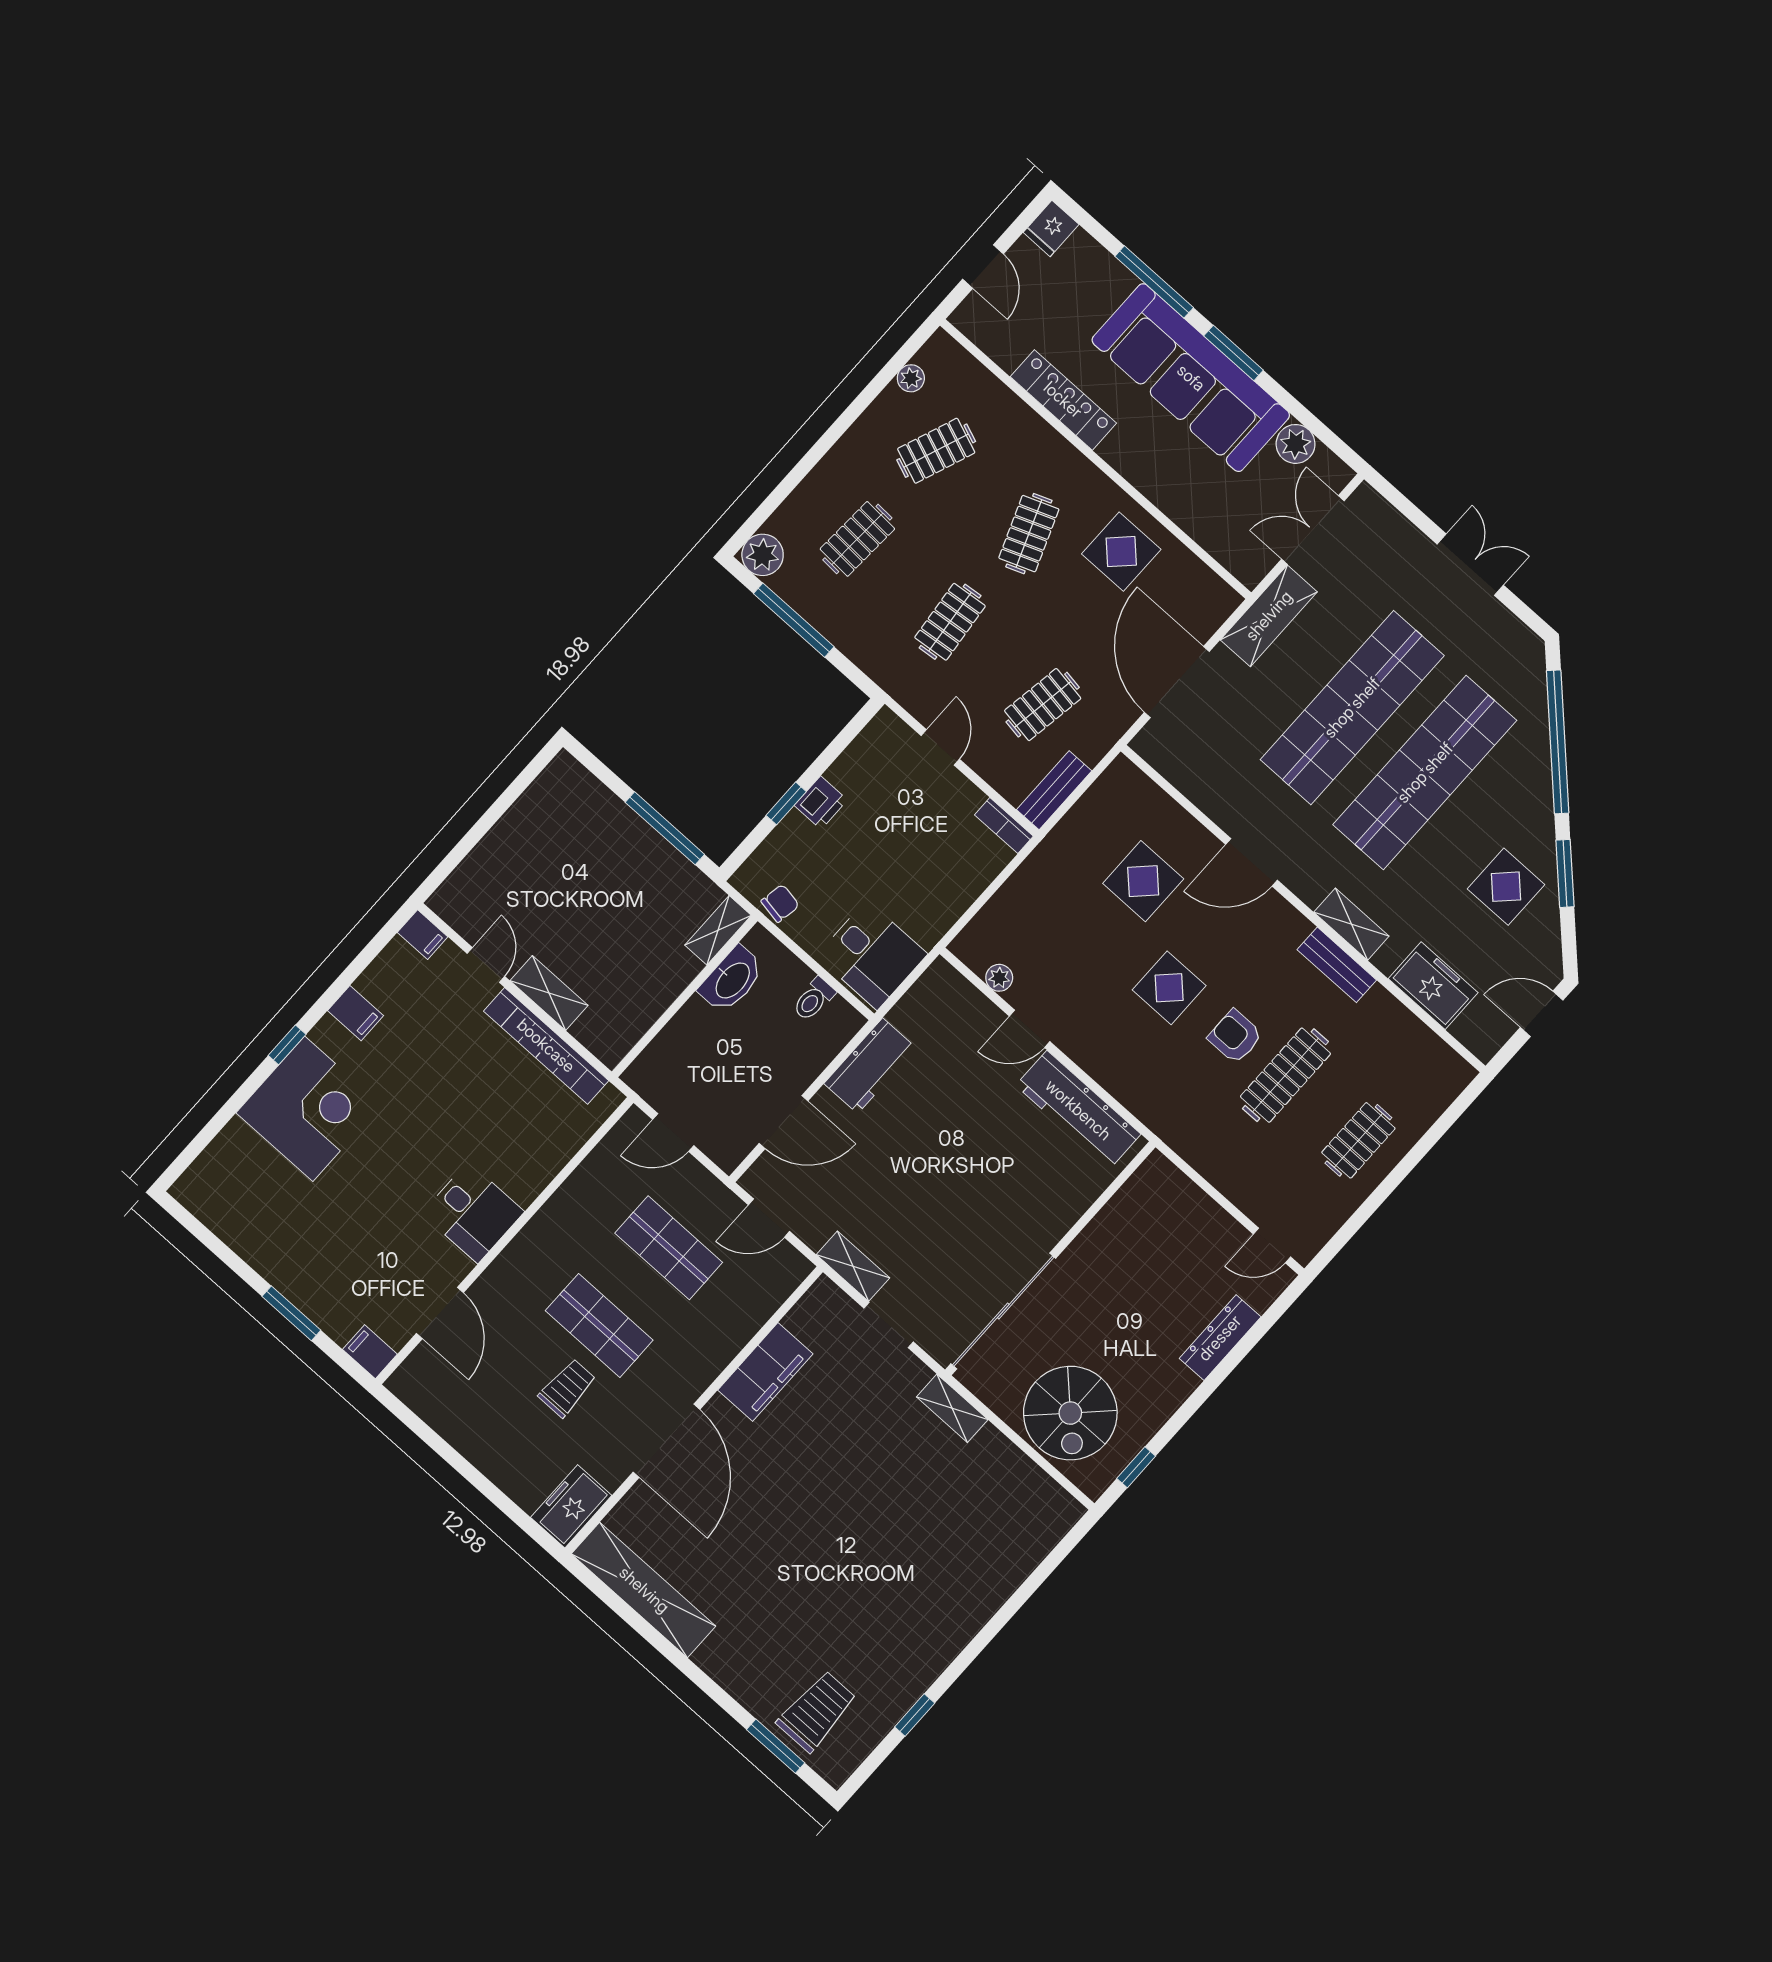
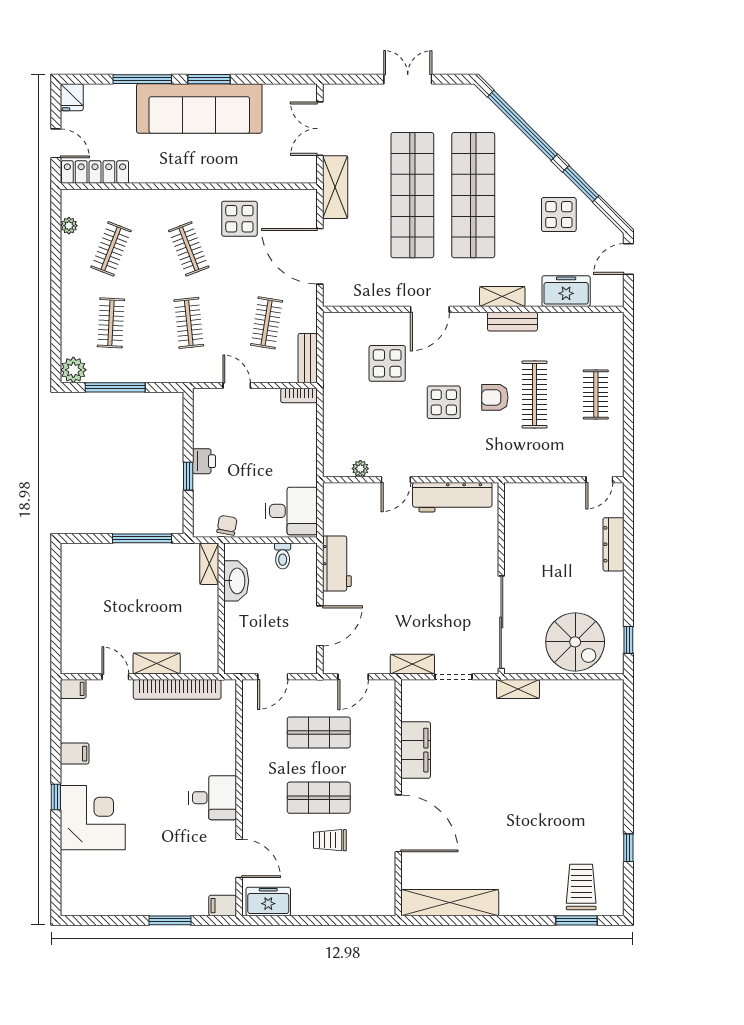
locker: (1063, 400) -> (95, 172), moved
plant: (1296, 444) -> (276, 96), removed
trolley: (567, 1388) -> (330, 840), turned -90
freezer: (571, 1506) -> (268, 902), moved, turned 90

